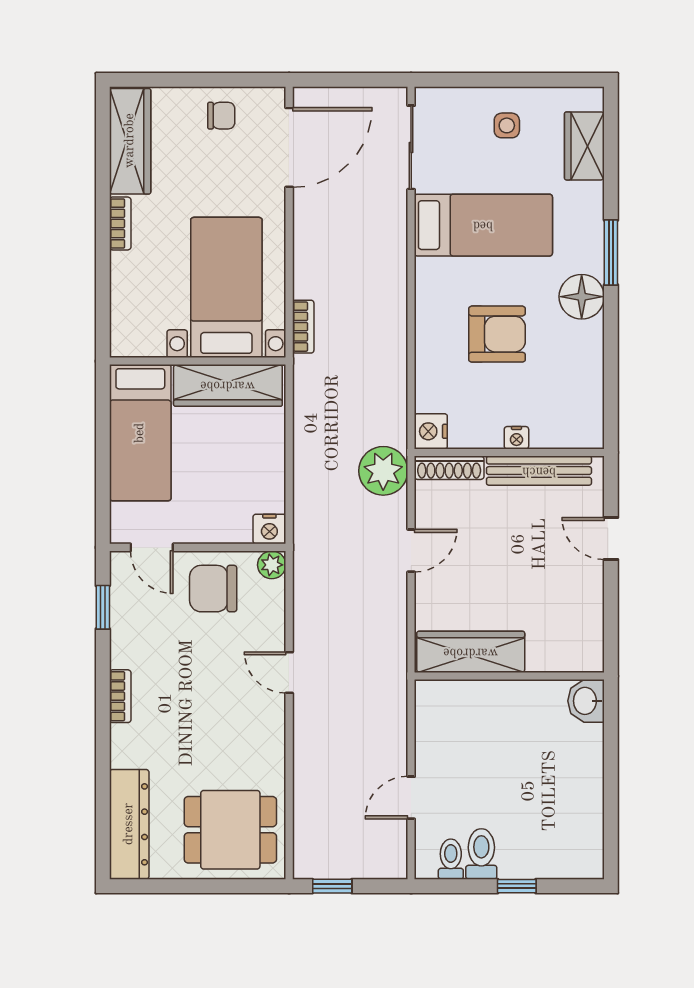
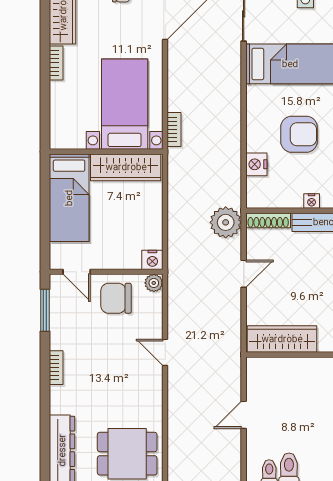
nightstand: (431, 431) -> (256, 164), moved
window: (103, 607) -> (45, 310), width x1.50
door: (411, 798) -> (244, 415), moved

